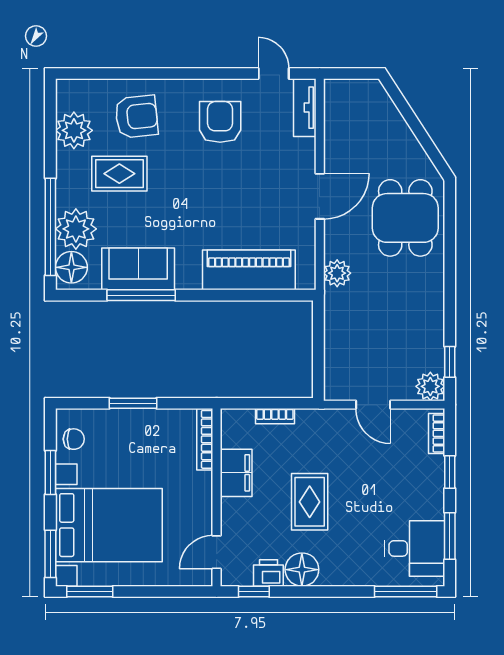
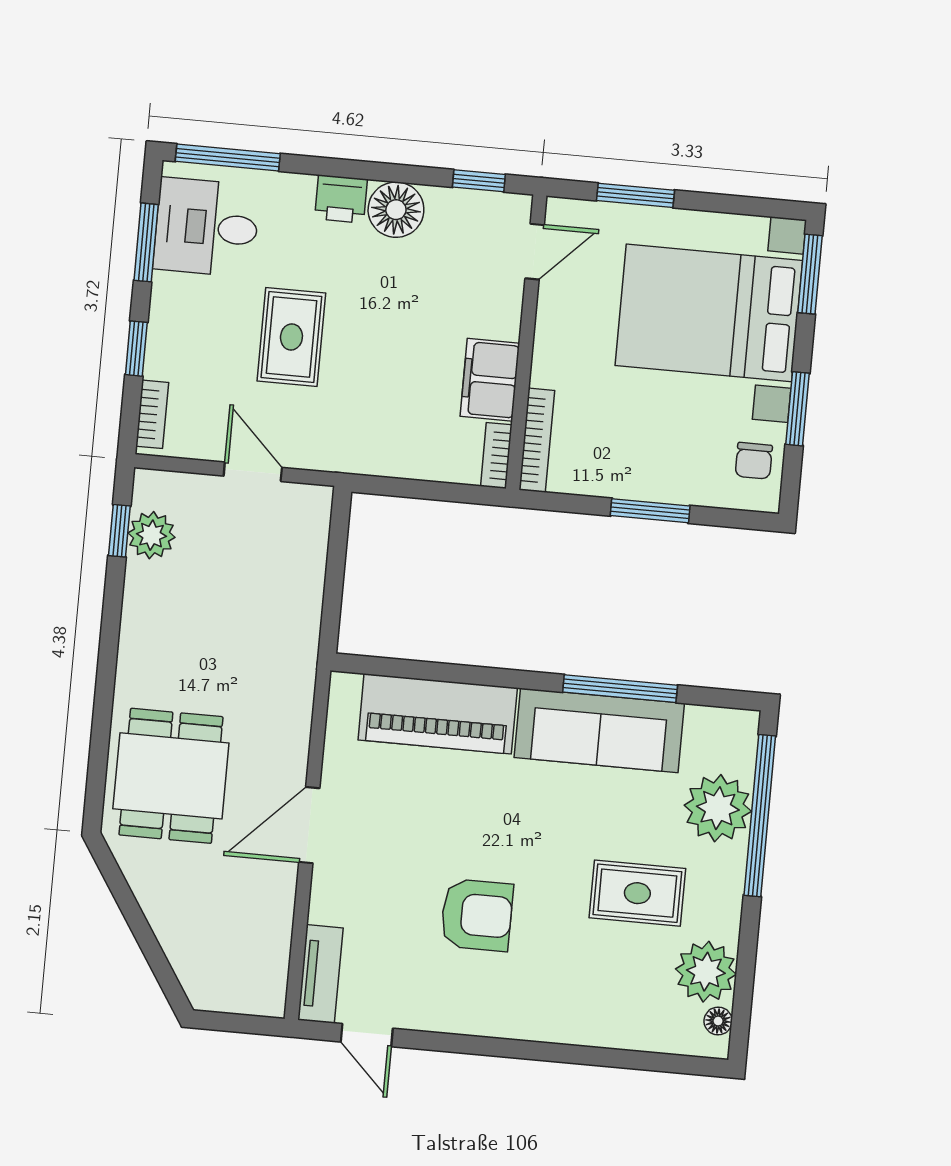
armchair: (136, 117) -> (600, 985), removed
armchair: (220, 122) -> (477, 915), moved, turned -90
floor lamp: (71, 267) -> (718, 1021), moved, width x0.53, depth x0.53
sofa: (138, 269) -> (599, 730), width x1.36
plant: (337, 273) -> (292, 695), removed
plant: (430, 386) -> (151, 535), moved
bookcase: (275, 416) -> (496, 456), moved, turned -90
chair: (74, 439) -> (754, 461), turned -90
rug: (310, 502) -> (291, 337), moved
printer: (268, 573) -> (341, 199), moved
window: (90, 591) -> (635, 195), moved

